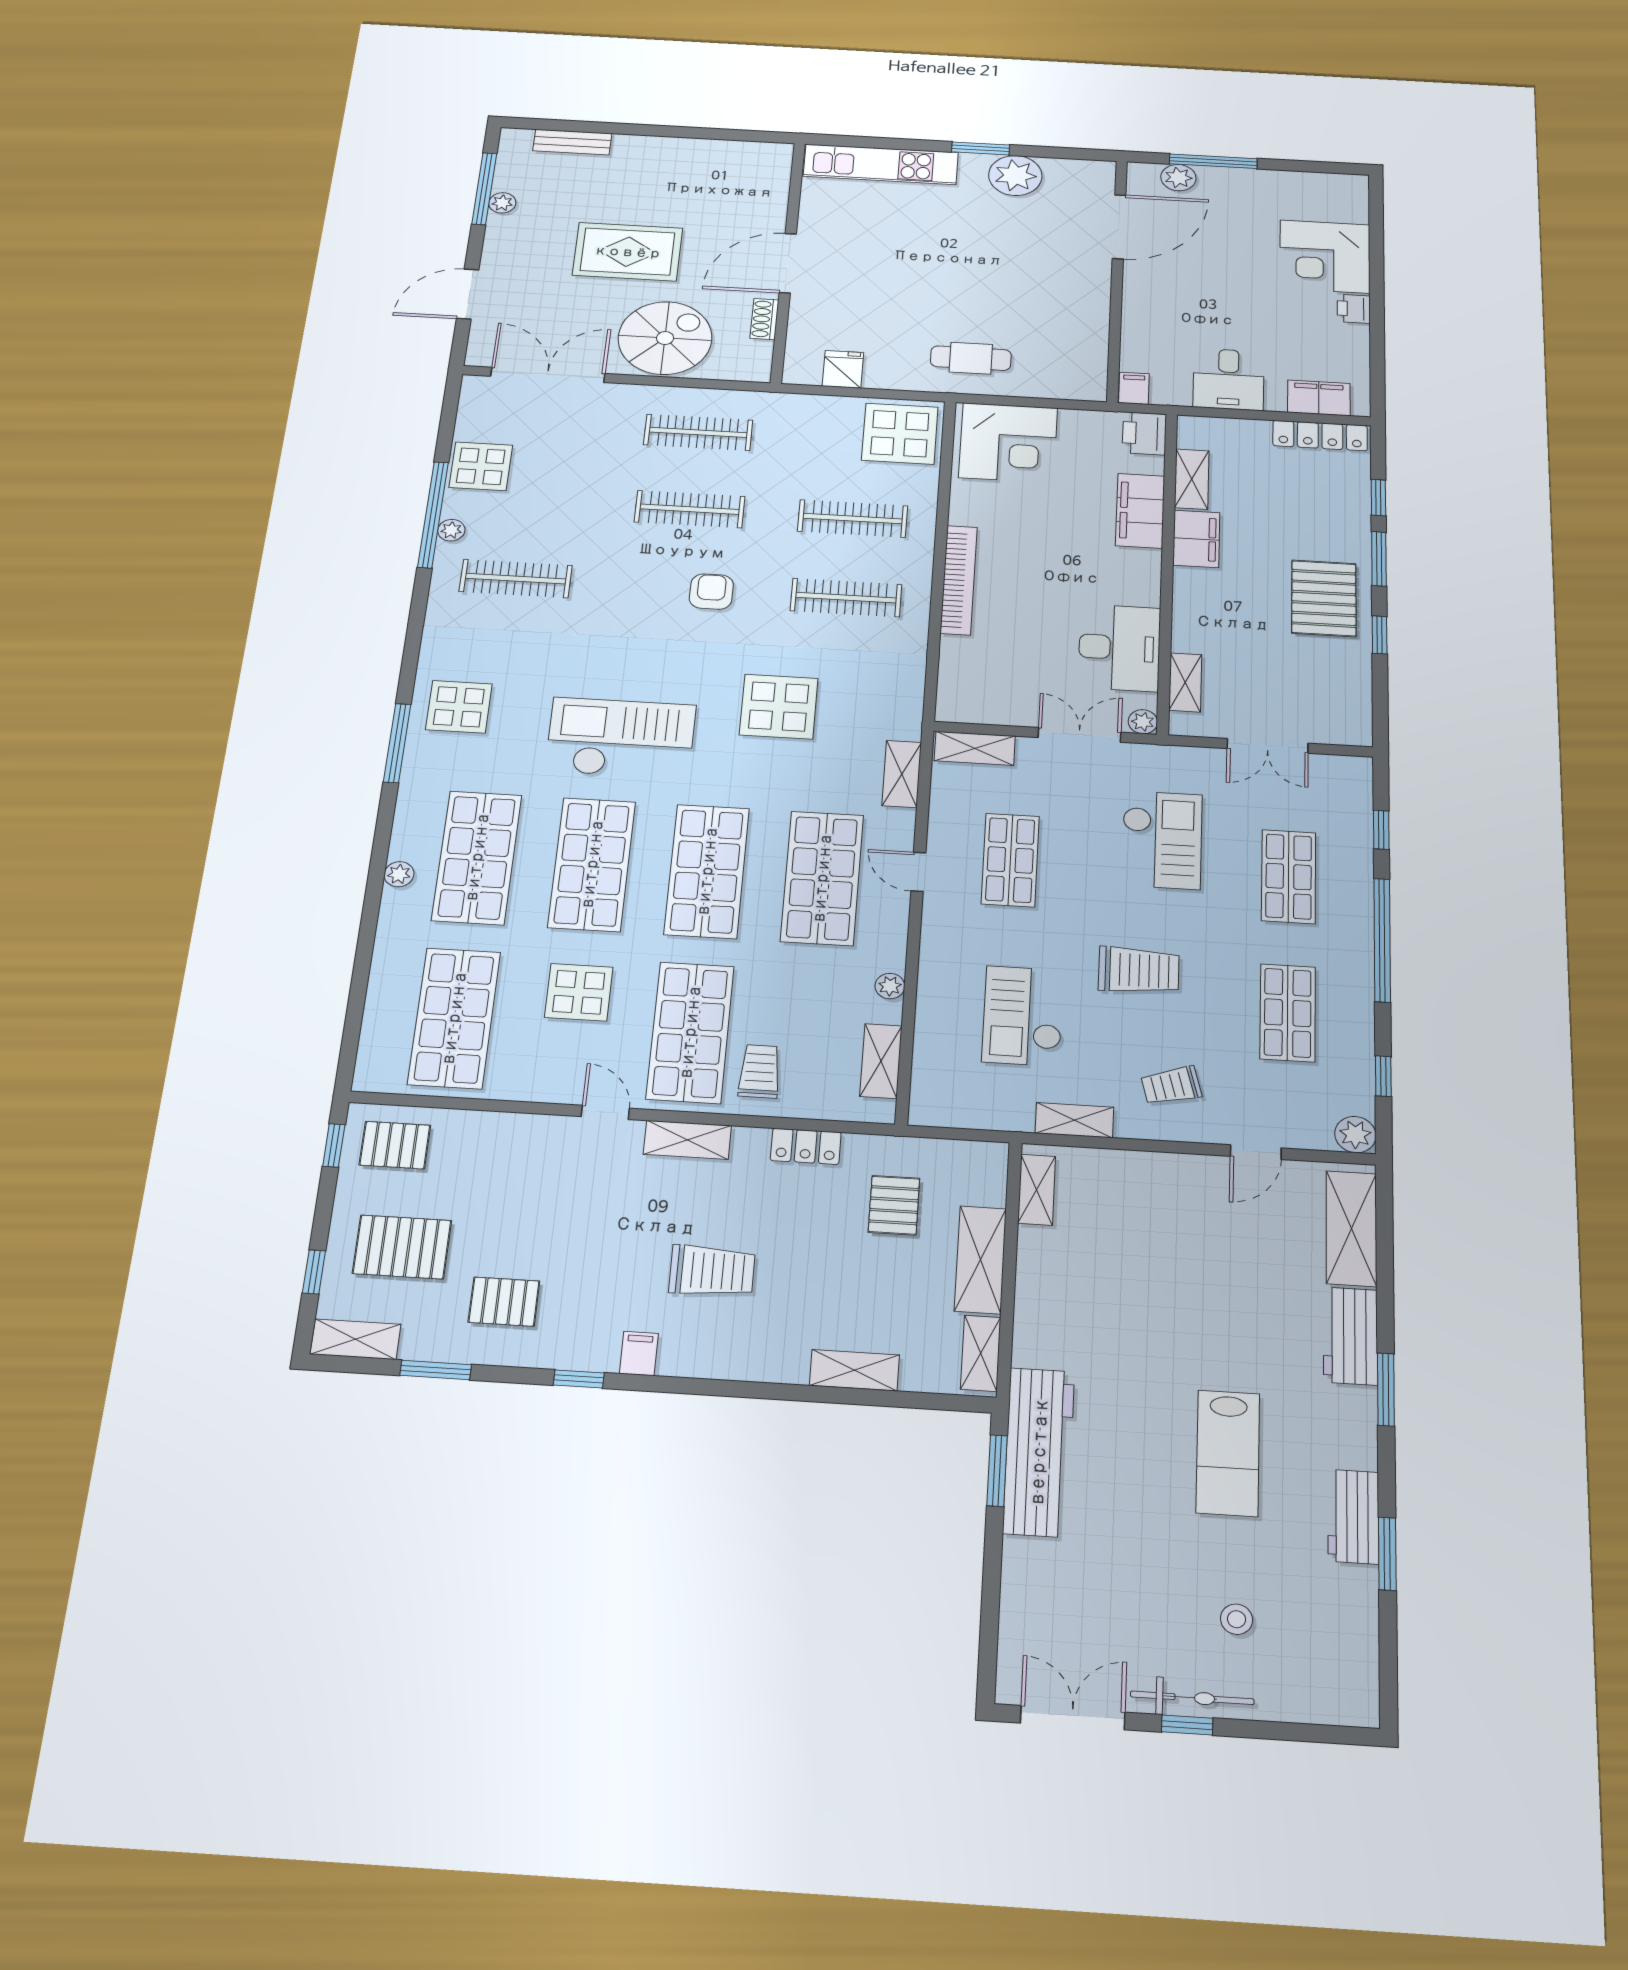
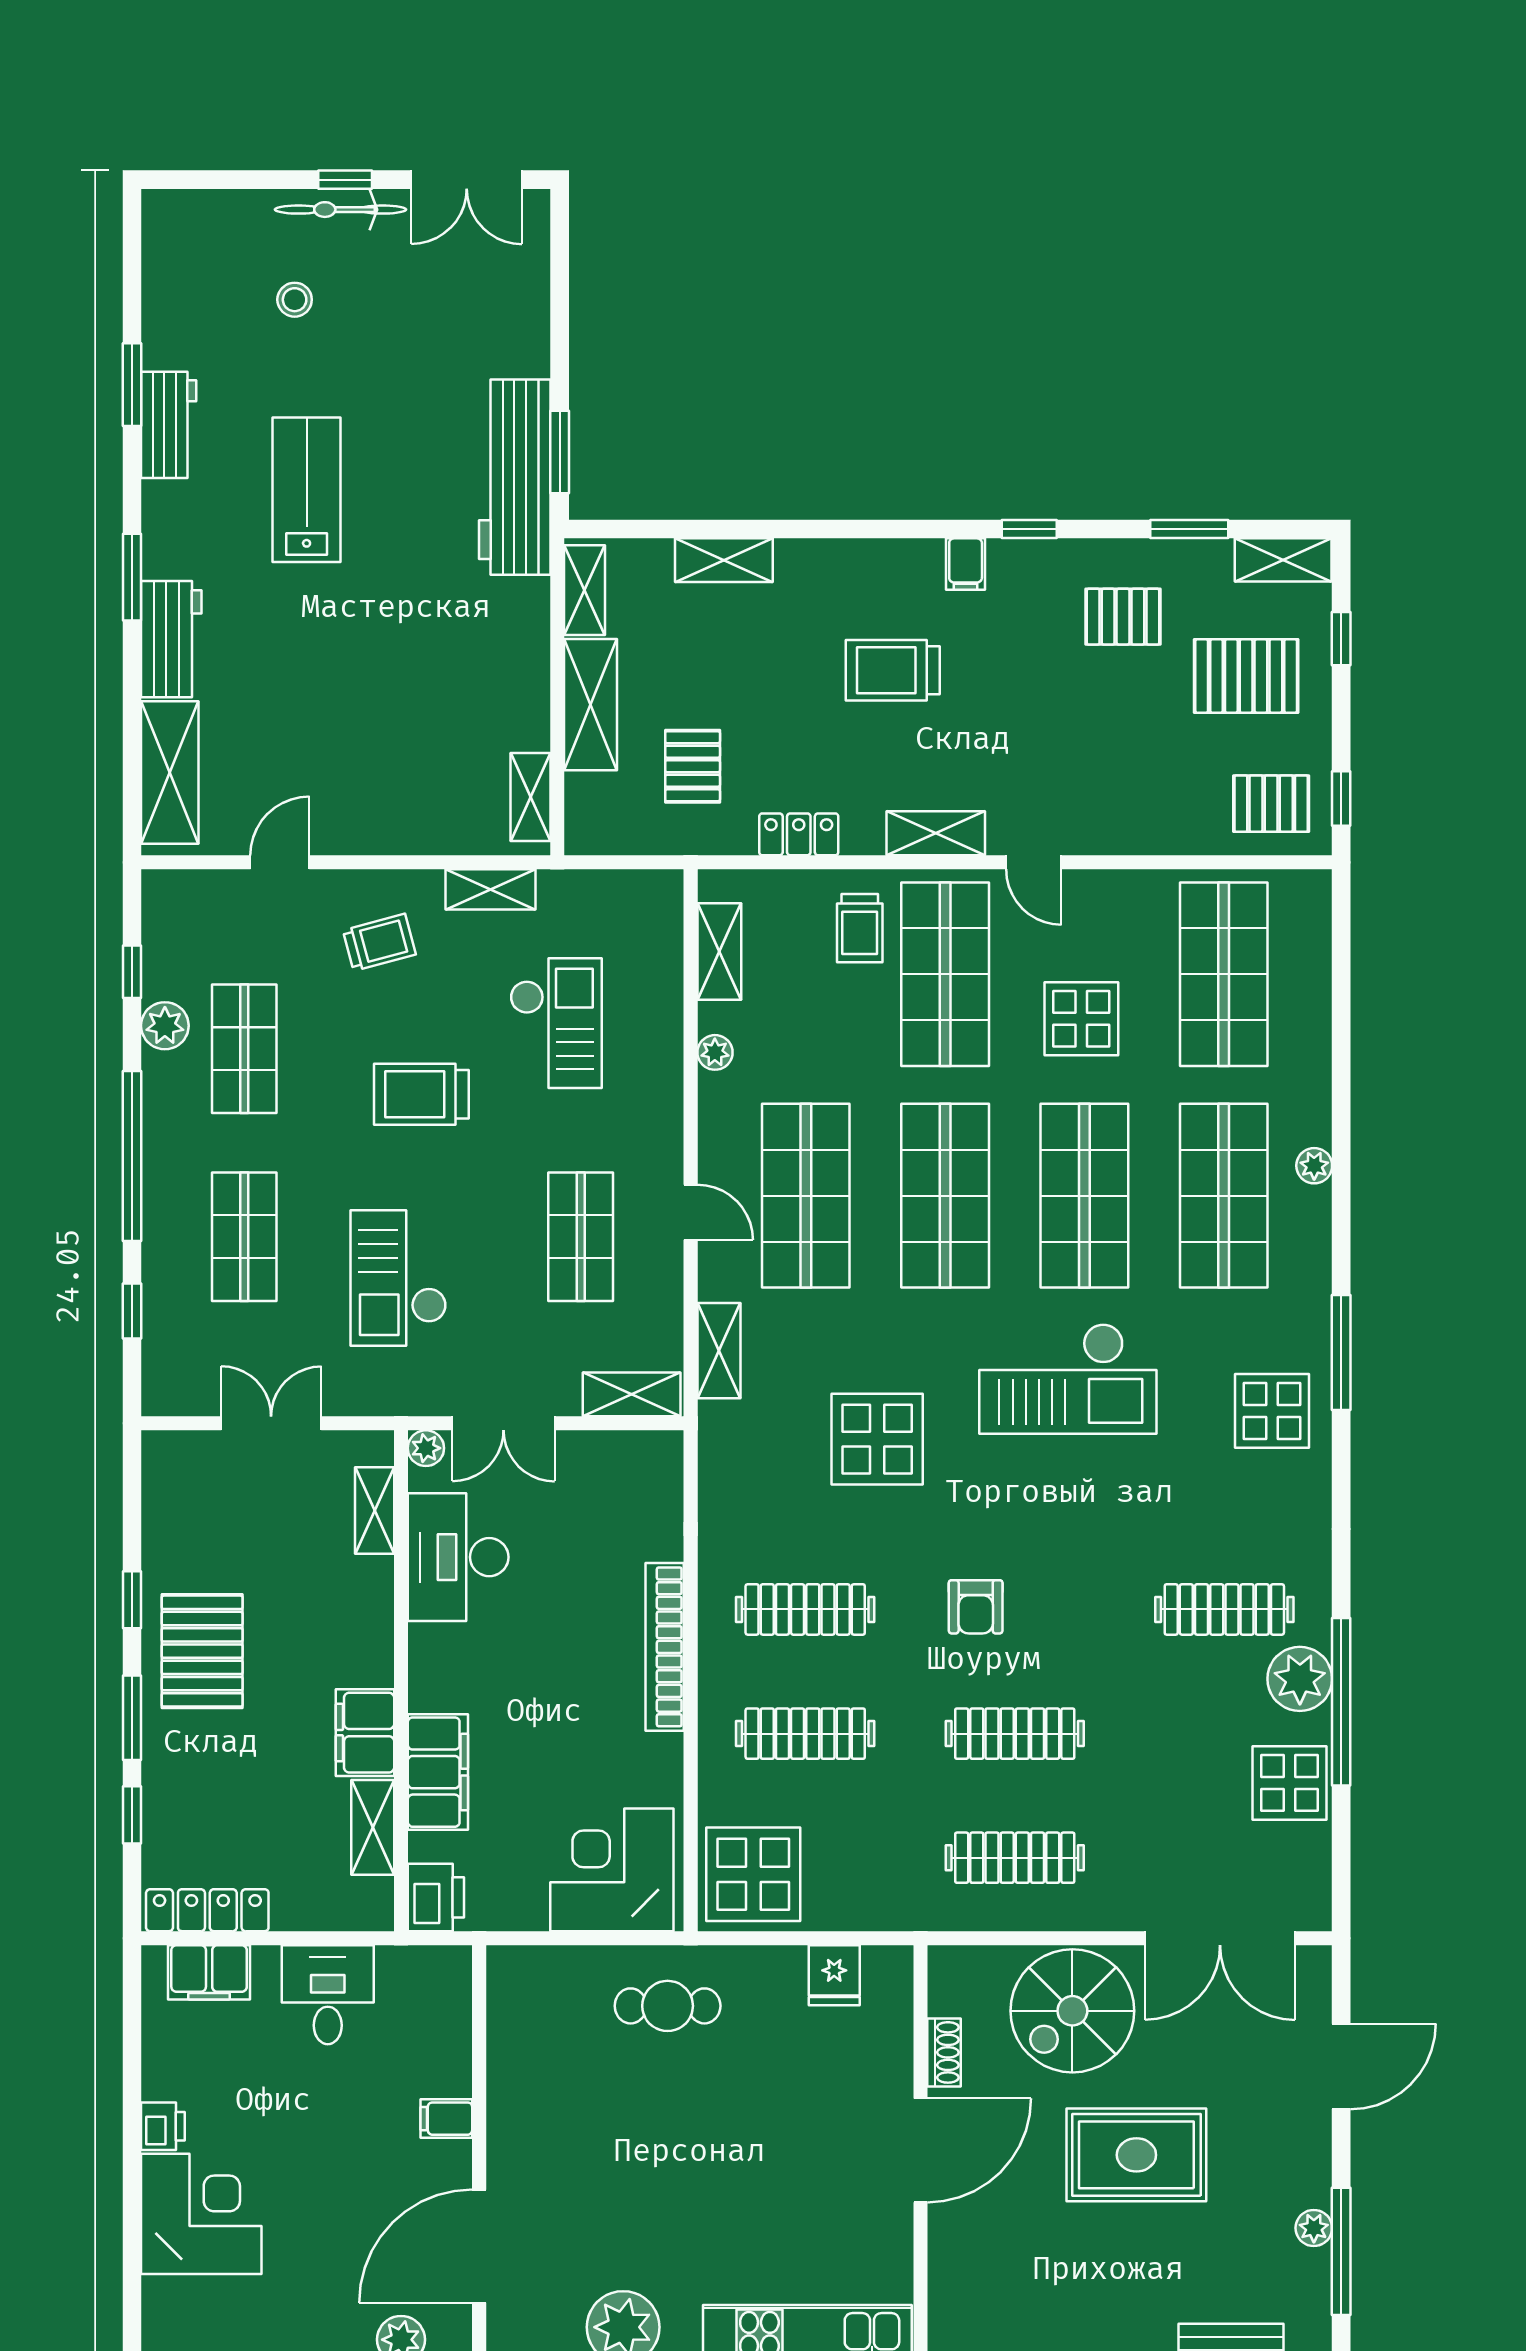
filing cabinet: (1134, 388) -> (446, 2119), moved, turned 90
plant: (451, 530) -> (1300, 1679), width x1.88, depth x1.88
plant: (1355, 1135) -> (165, 1026), moved

